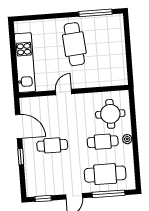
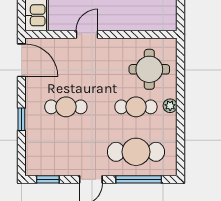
door: (19, 126) -> (21, 60), moved

